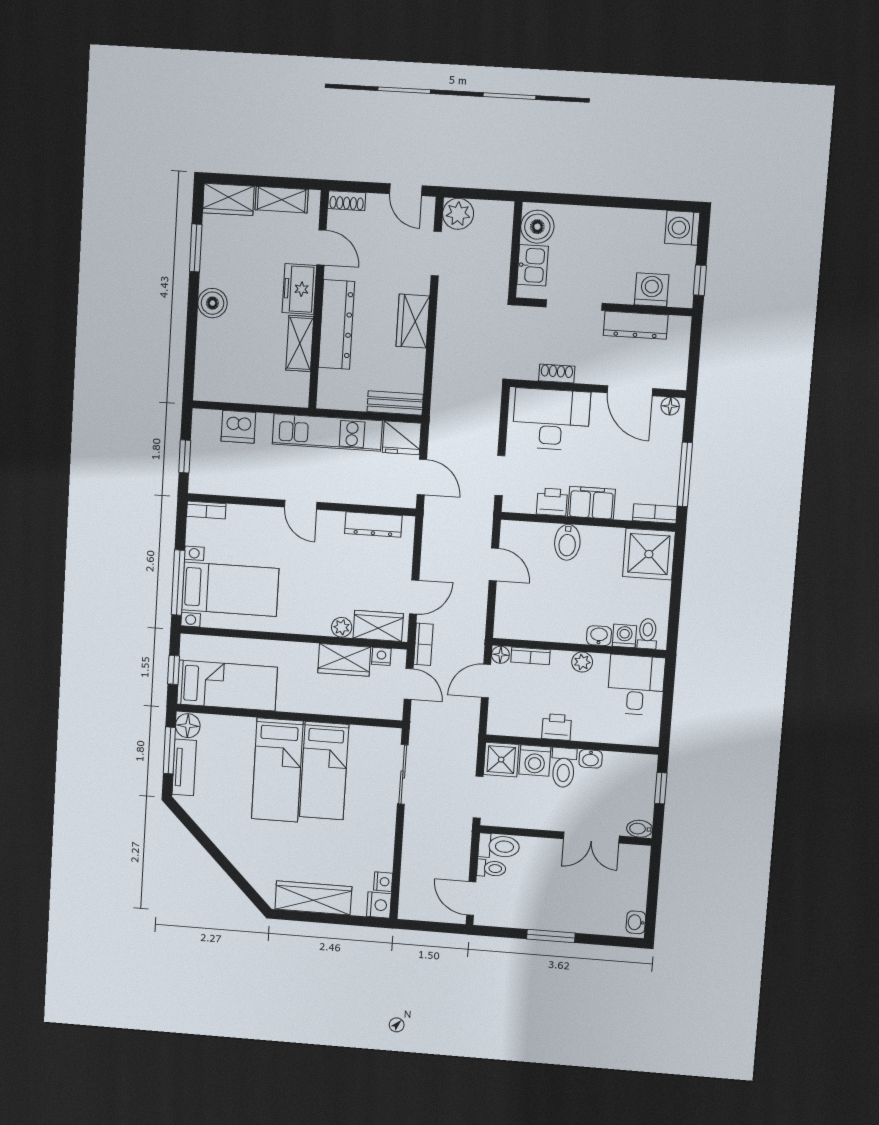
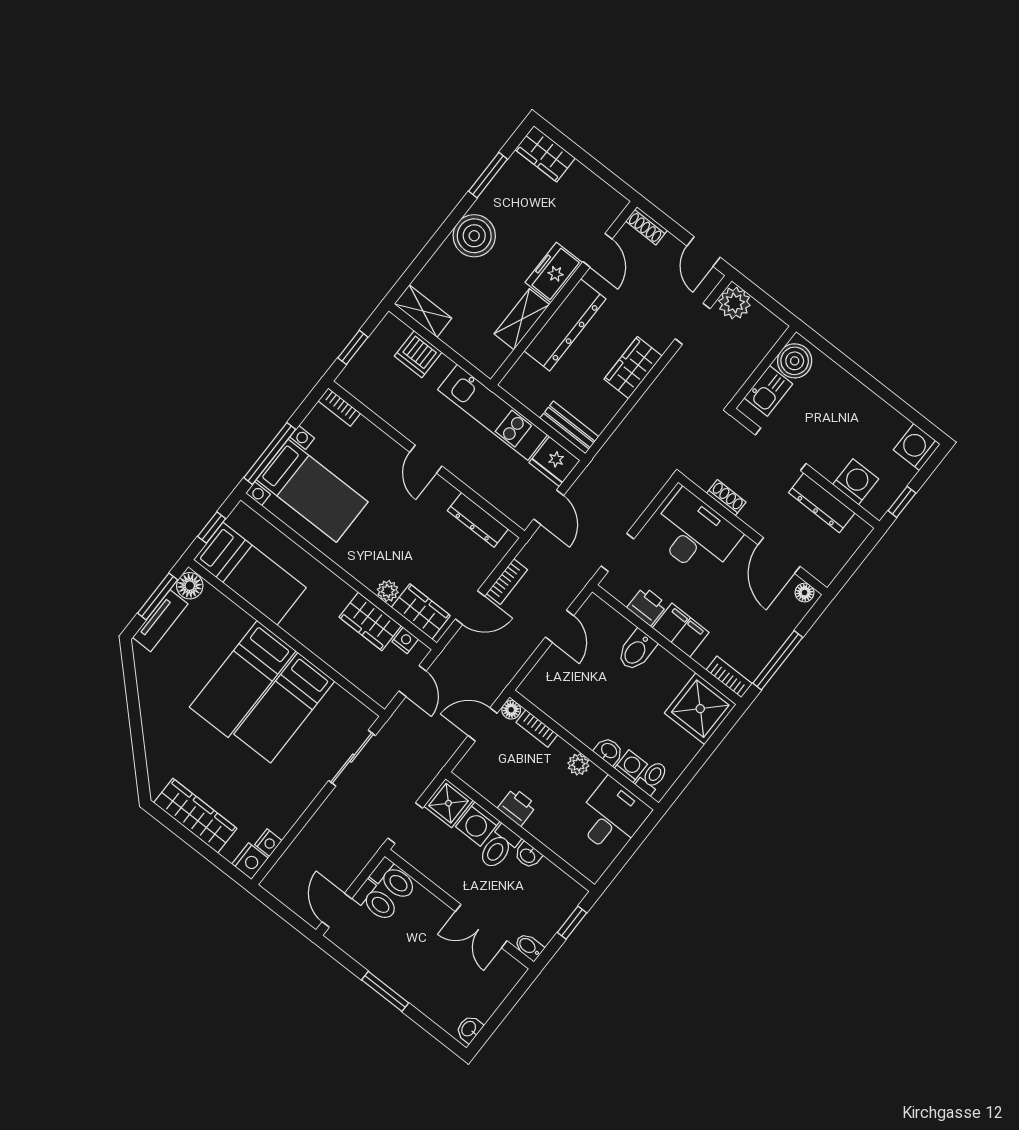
shelving: (282, 200) -> (423, 311), moved
boiler: (212, 303) -> (474, 236), width x1.37, depth x1.37
bookcase: (423, 644) -> (507, 582), moved
toilet: (491, 868) -> (376, 901), width x1.37, depth x1.39

